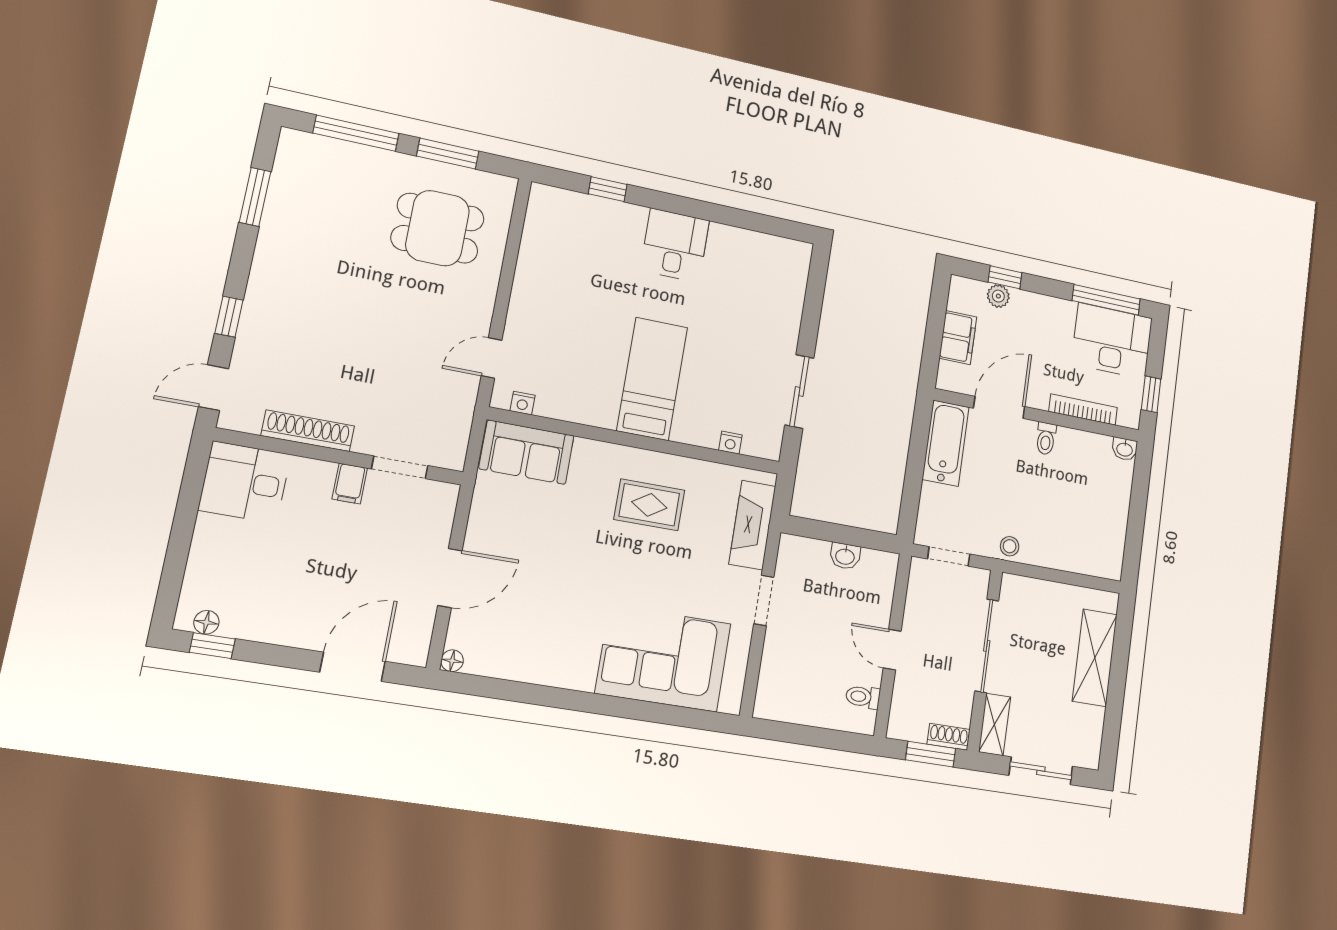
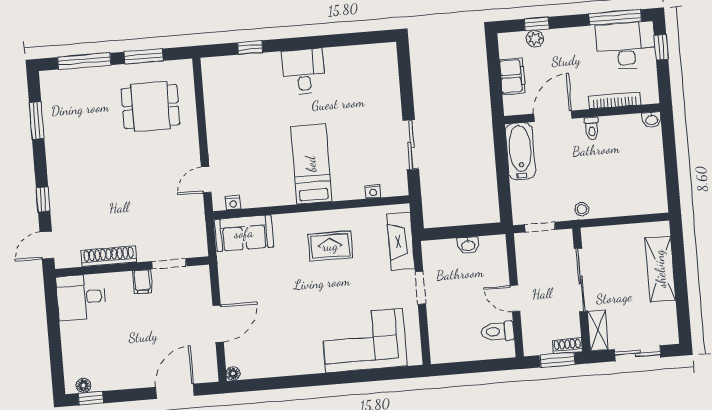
window: (1151, 394) -> (661, 47), moved
toilet: (863, 697) -> (497, 331), width x1.37, depth x1.39

